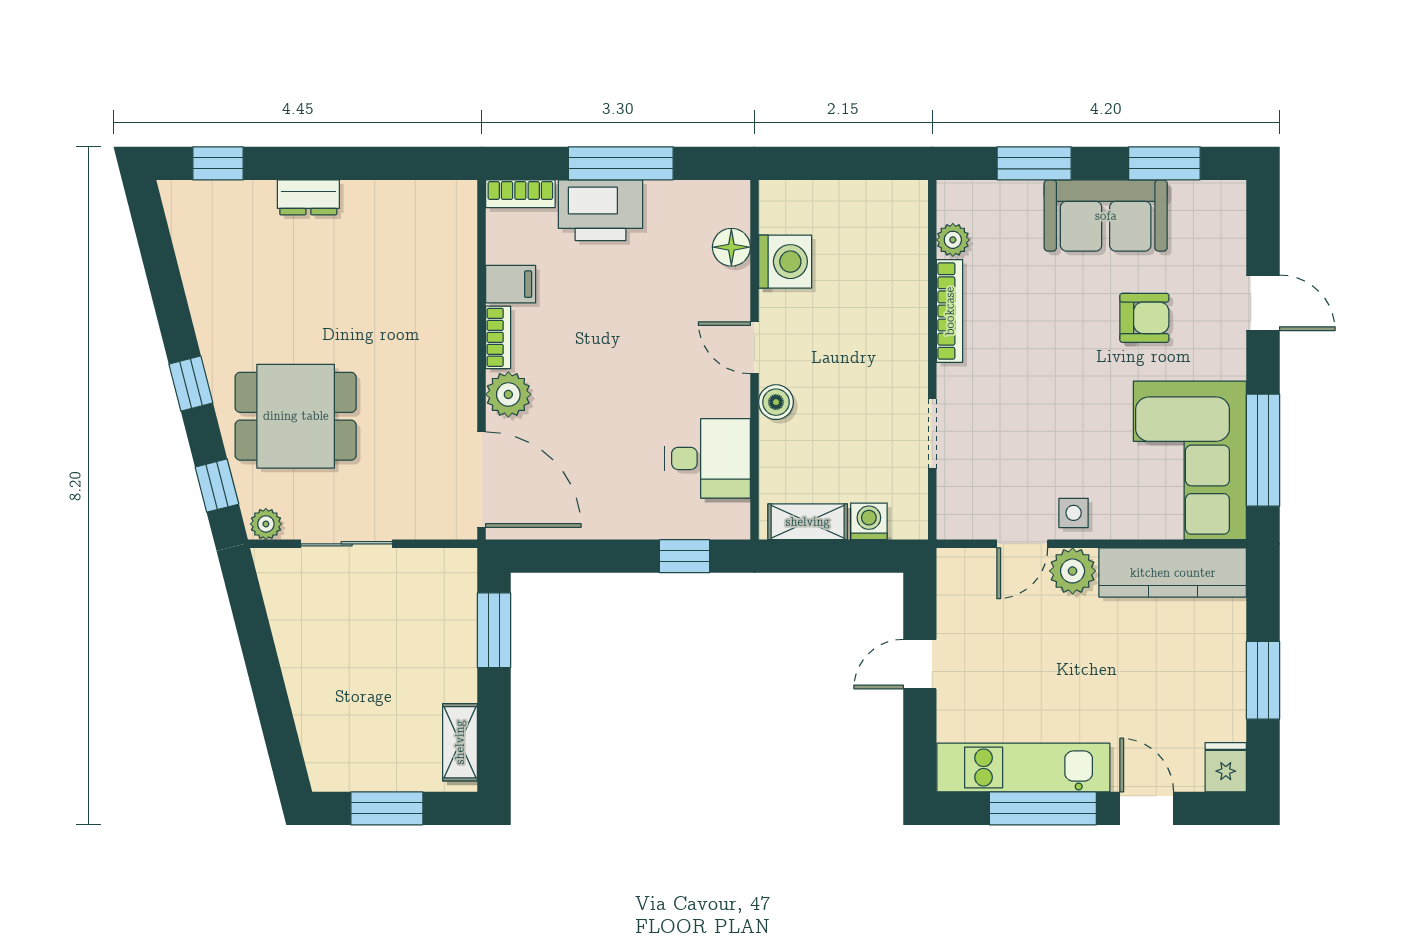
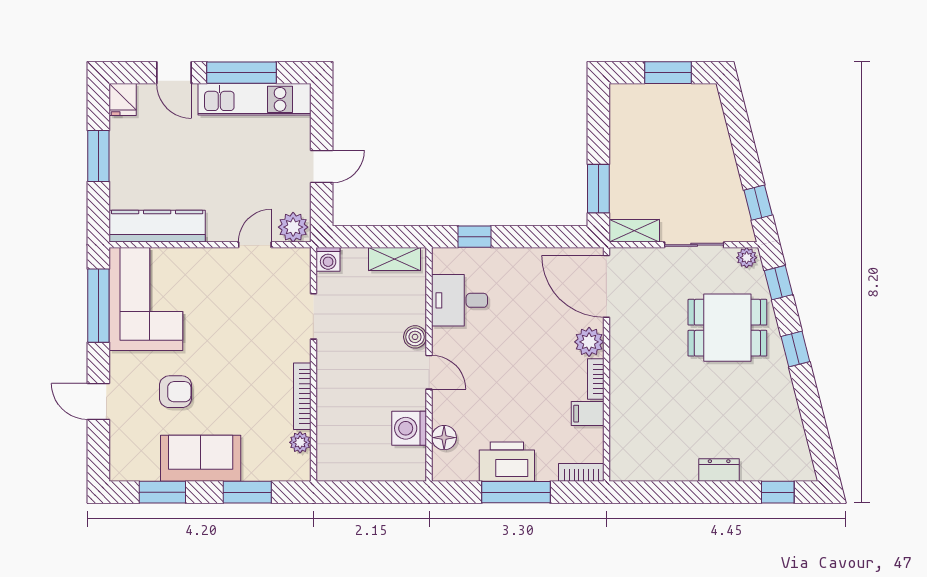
printer: (600, 210) -> (507, 462), moved
armchair: (1144, 318) -> (176, 392), turned 180
side table: (1074, 513) -> (222, 265), removed
washing machine: (869, 521) -> (328, 259), moved
plant: (1073, 571) -> (293, 227), moved
window: (248, 609) -> (758, 203), added
shelving: (460, 742) -> (634, 231), moved, turned 90

